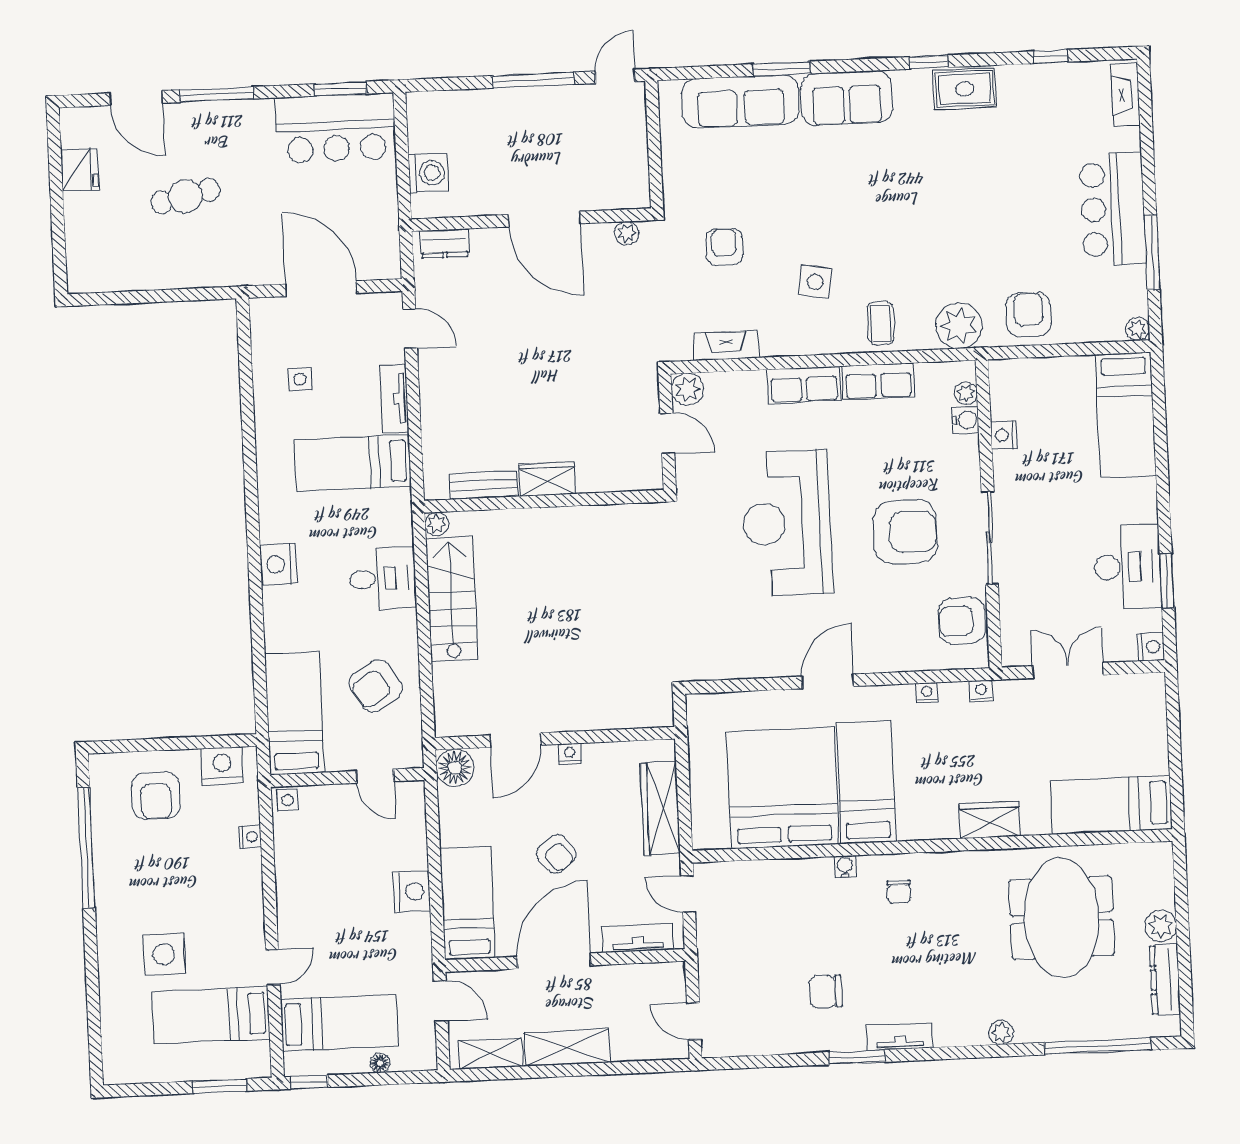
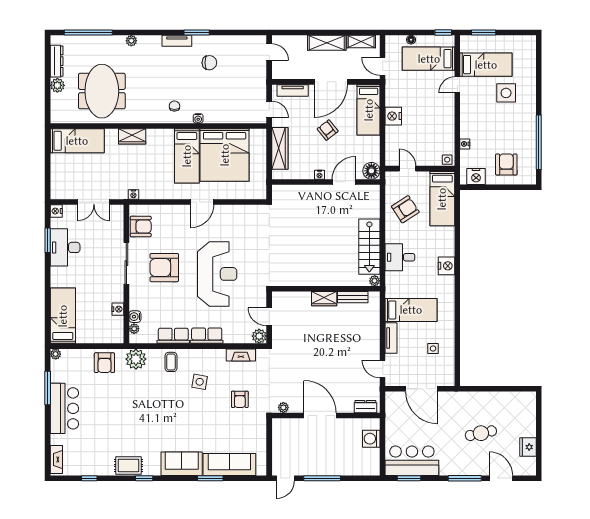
nightstand: (927, 693) -> (158, 195), removed

